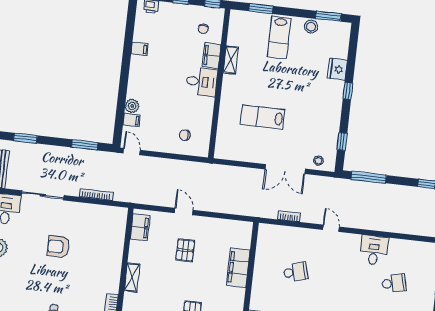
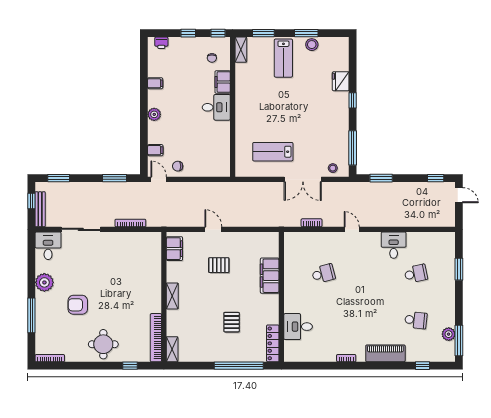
window: (328, 16) -> (306, 33), moved
shelving: (231, 60) -> (241, 50), moved
plant: (132, 106) -> (154, 114), moved
lab bench: (262, 117) -> (273, 152), moved
chair: (185, 135) -> (178, 166), moved
window: (342, 142) -> (353, 148), width x2.17
window: (369, 177) -> (381, 178), width x0.69
armchair: (58, 247) -> (78, 305), moved
pallet: (185, 250) -> (219, 265), turned 90

